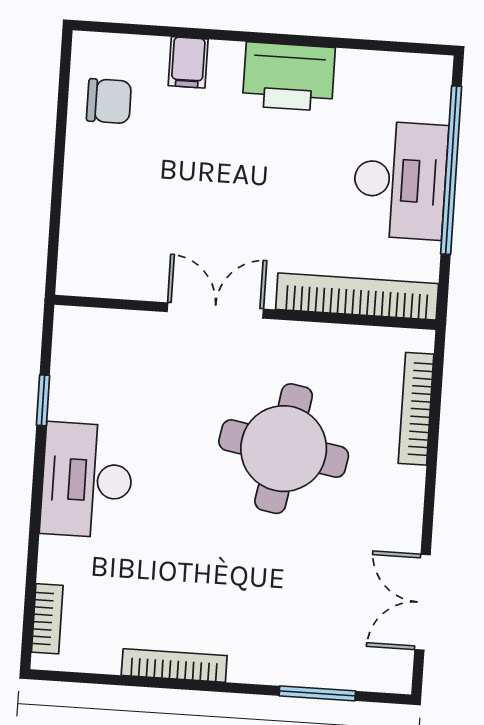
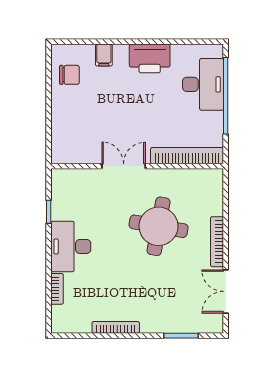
desk: (400, 180) -> (203, 84), moved
bookcase: (416, 409) -> (217, 242), moved
bookcase: (47, 619) -> (57, 289), moved

